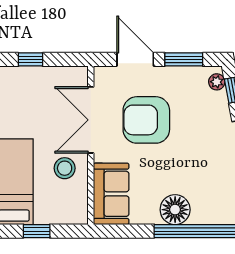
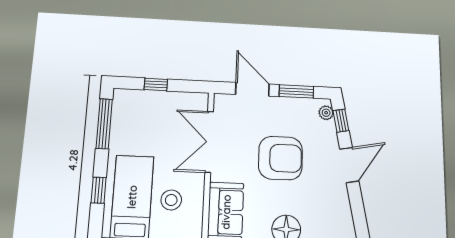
armchair: (146, 120) -> (280, 158), moved, turned 180
stool: (65, 168) -> (171, 200), moved

